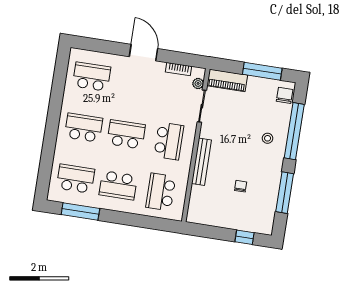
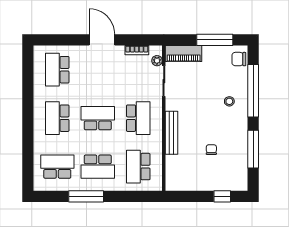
school desk: (92, 77) -> (57, 70), turned -90
chair: (285, 95) -> (239, 59), turned -90
school desk: (84, 128) -> (57, 118), turned -90
window: (80, 212) -> (86, 196), moved

